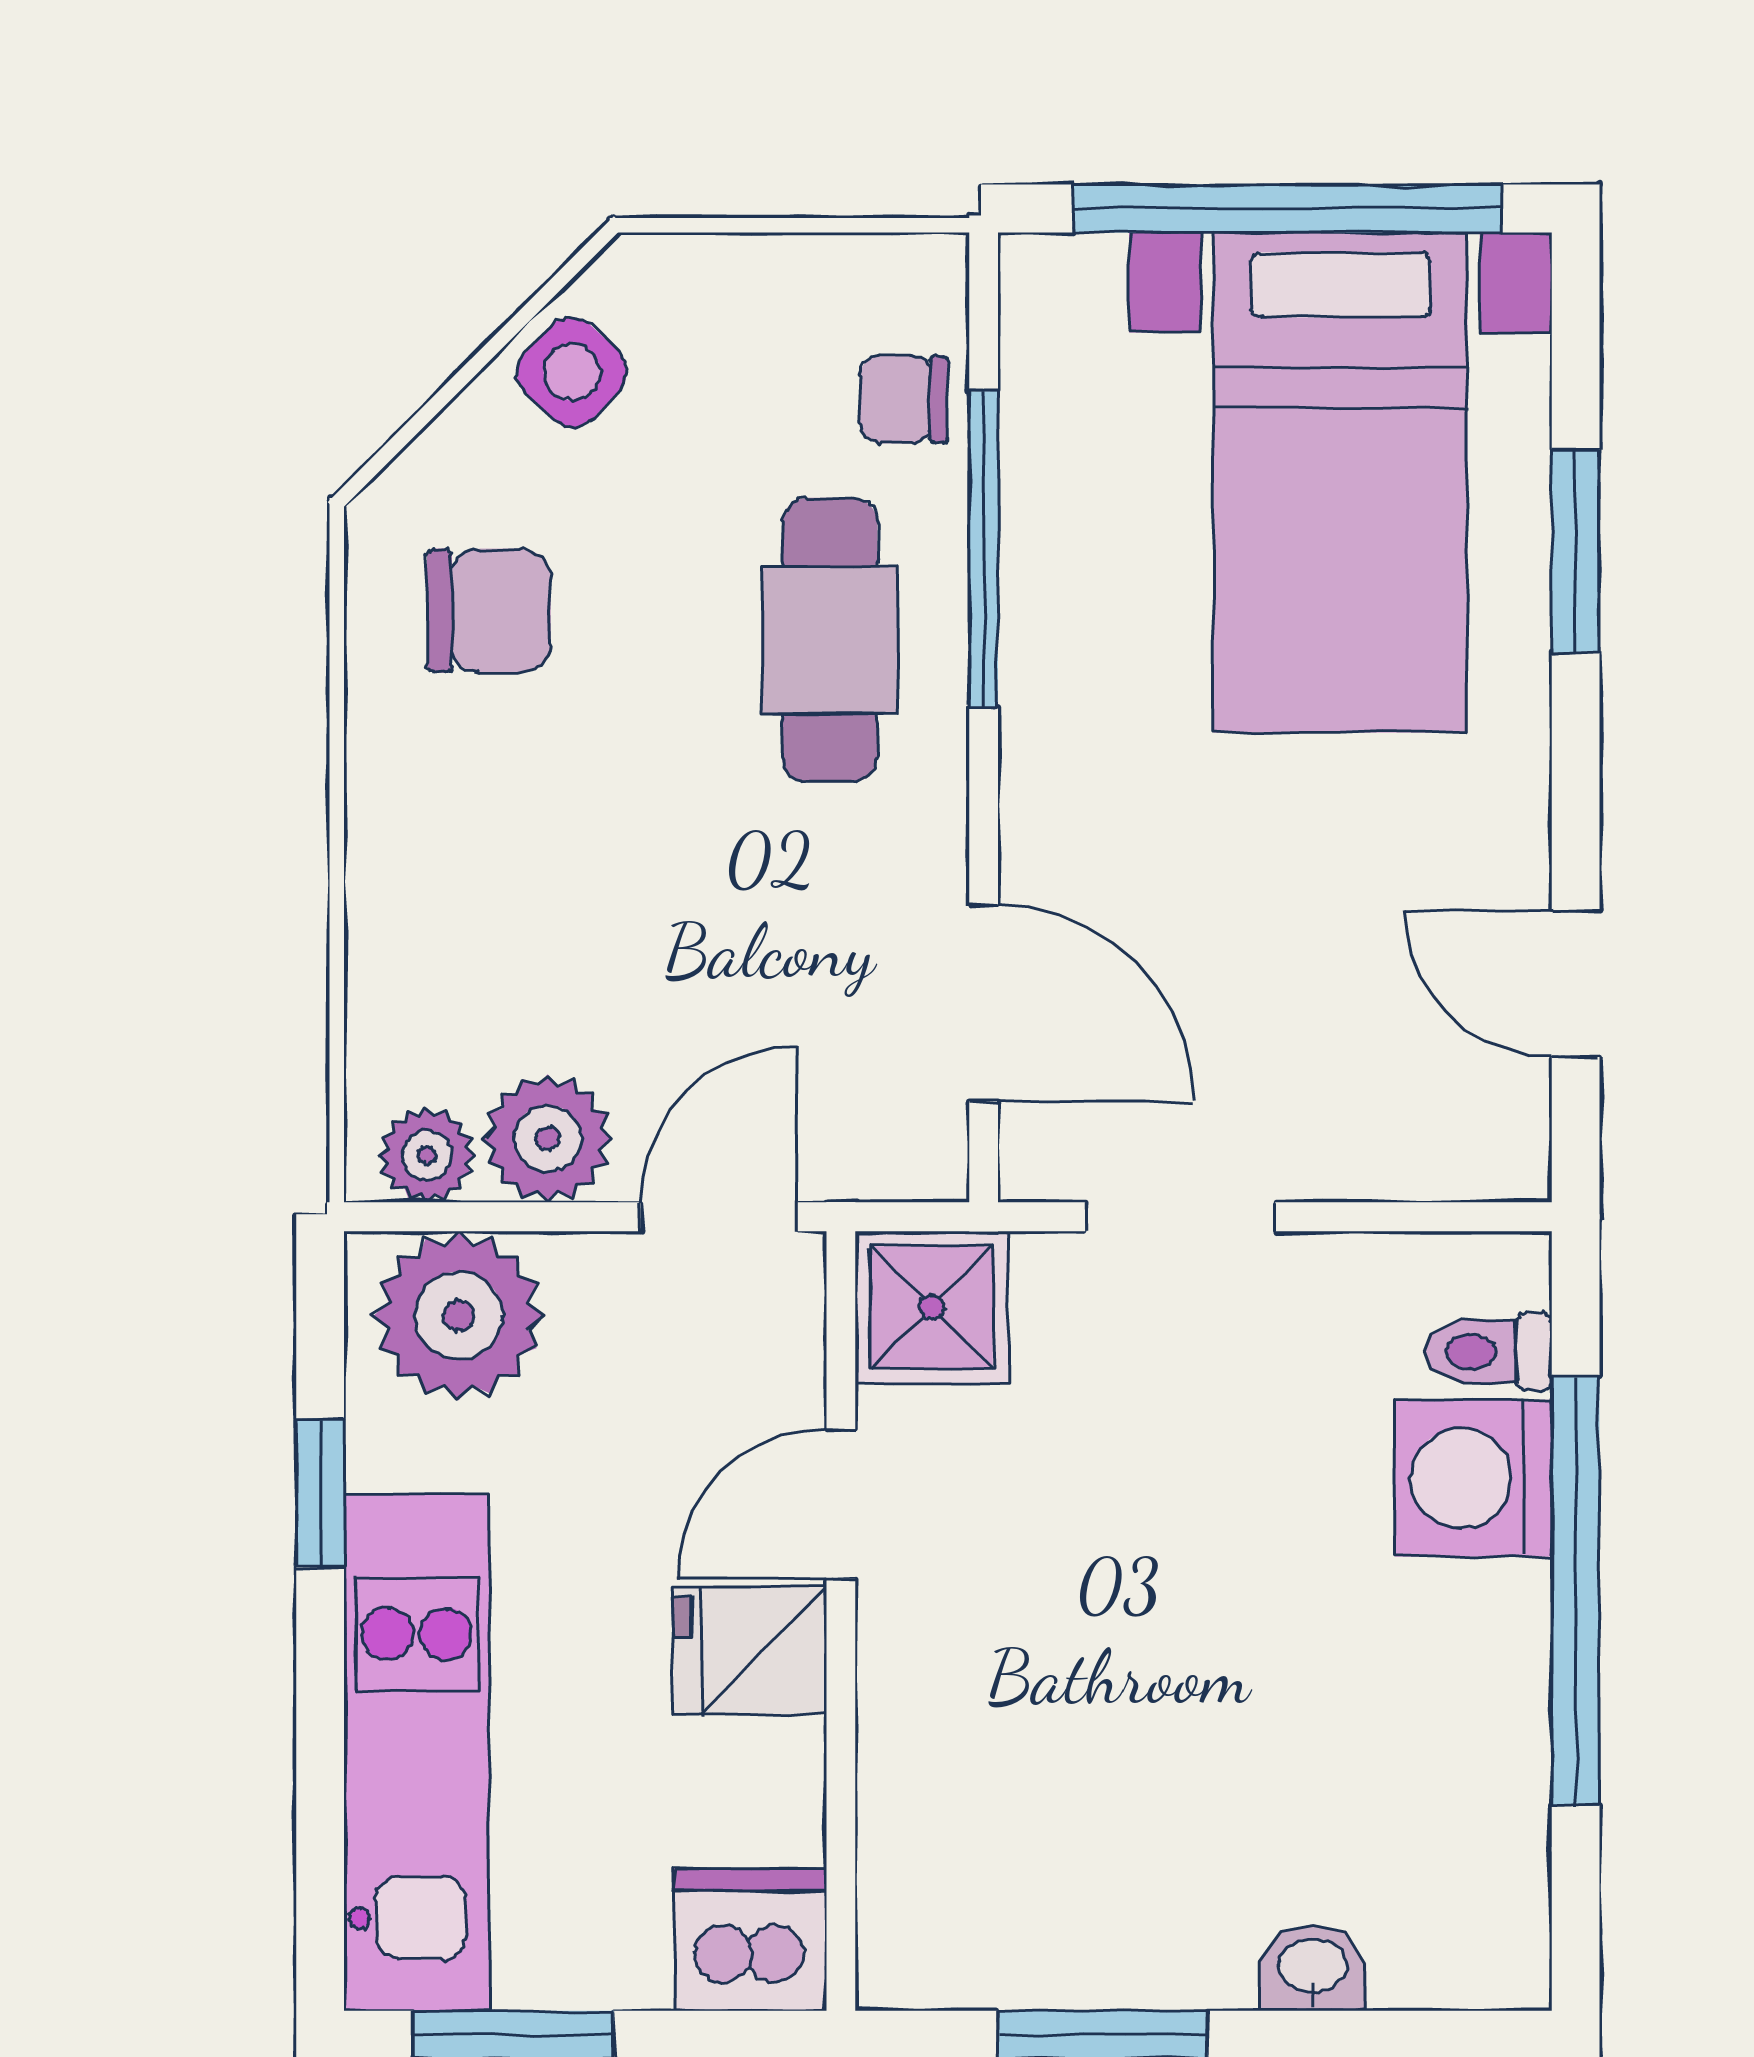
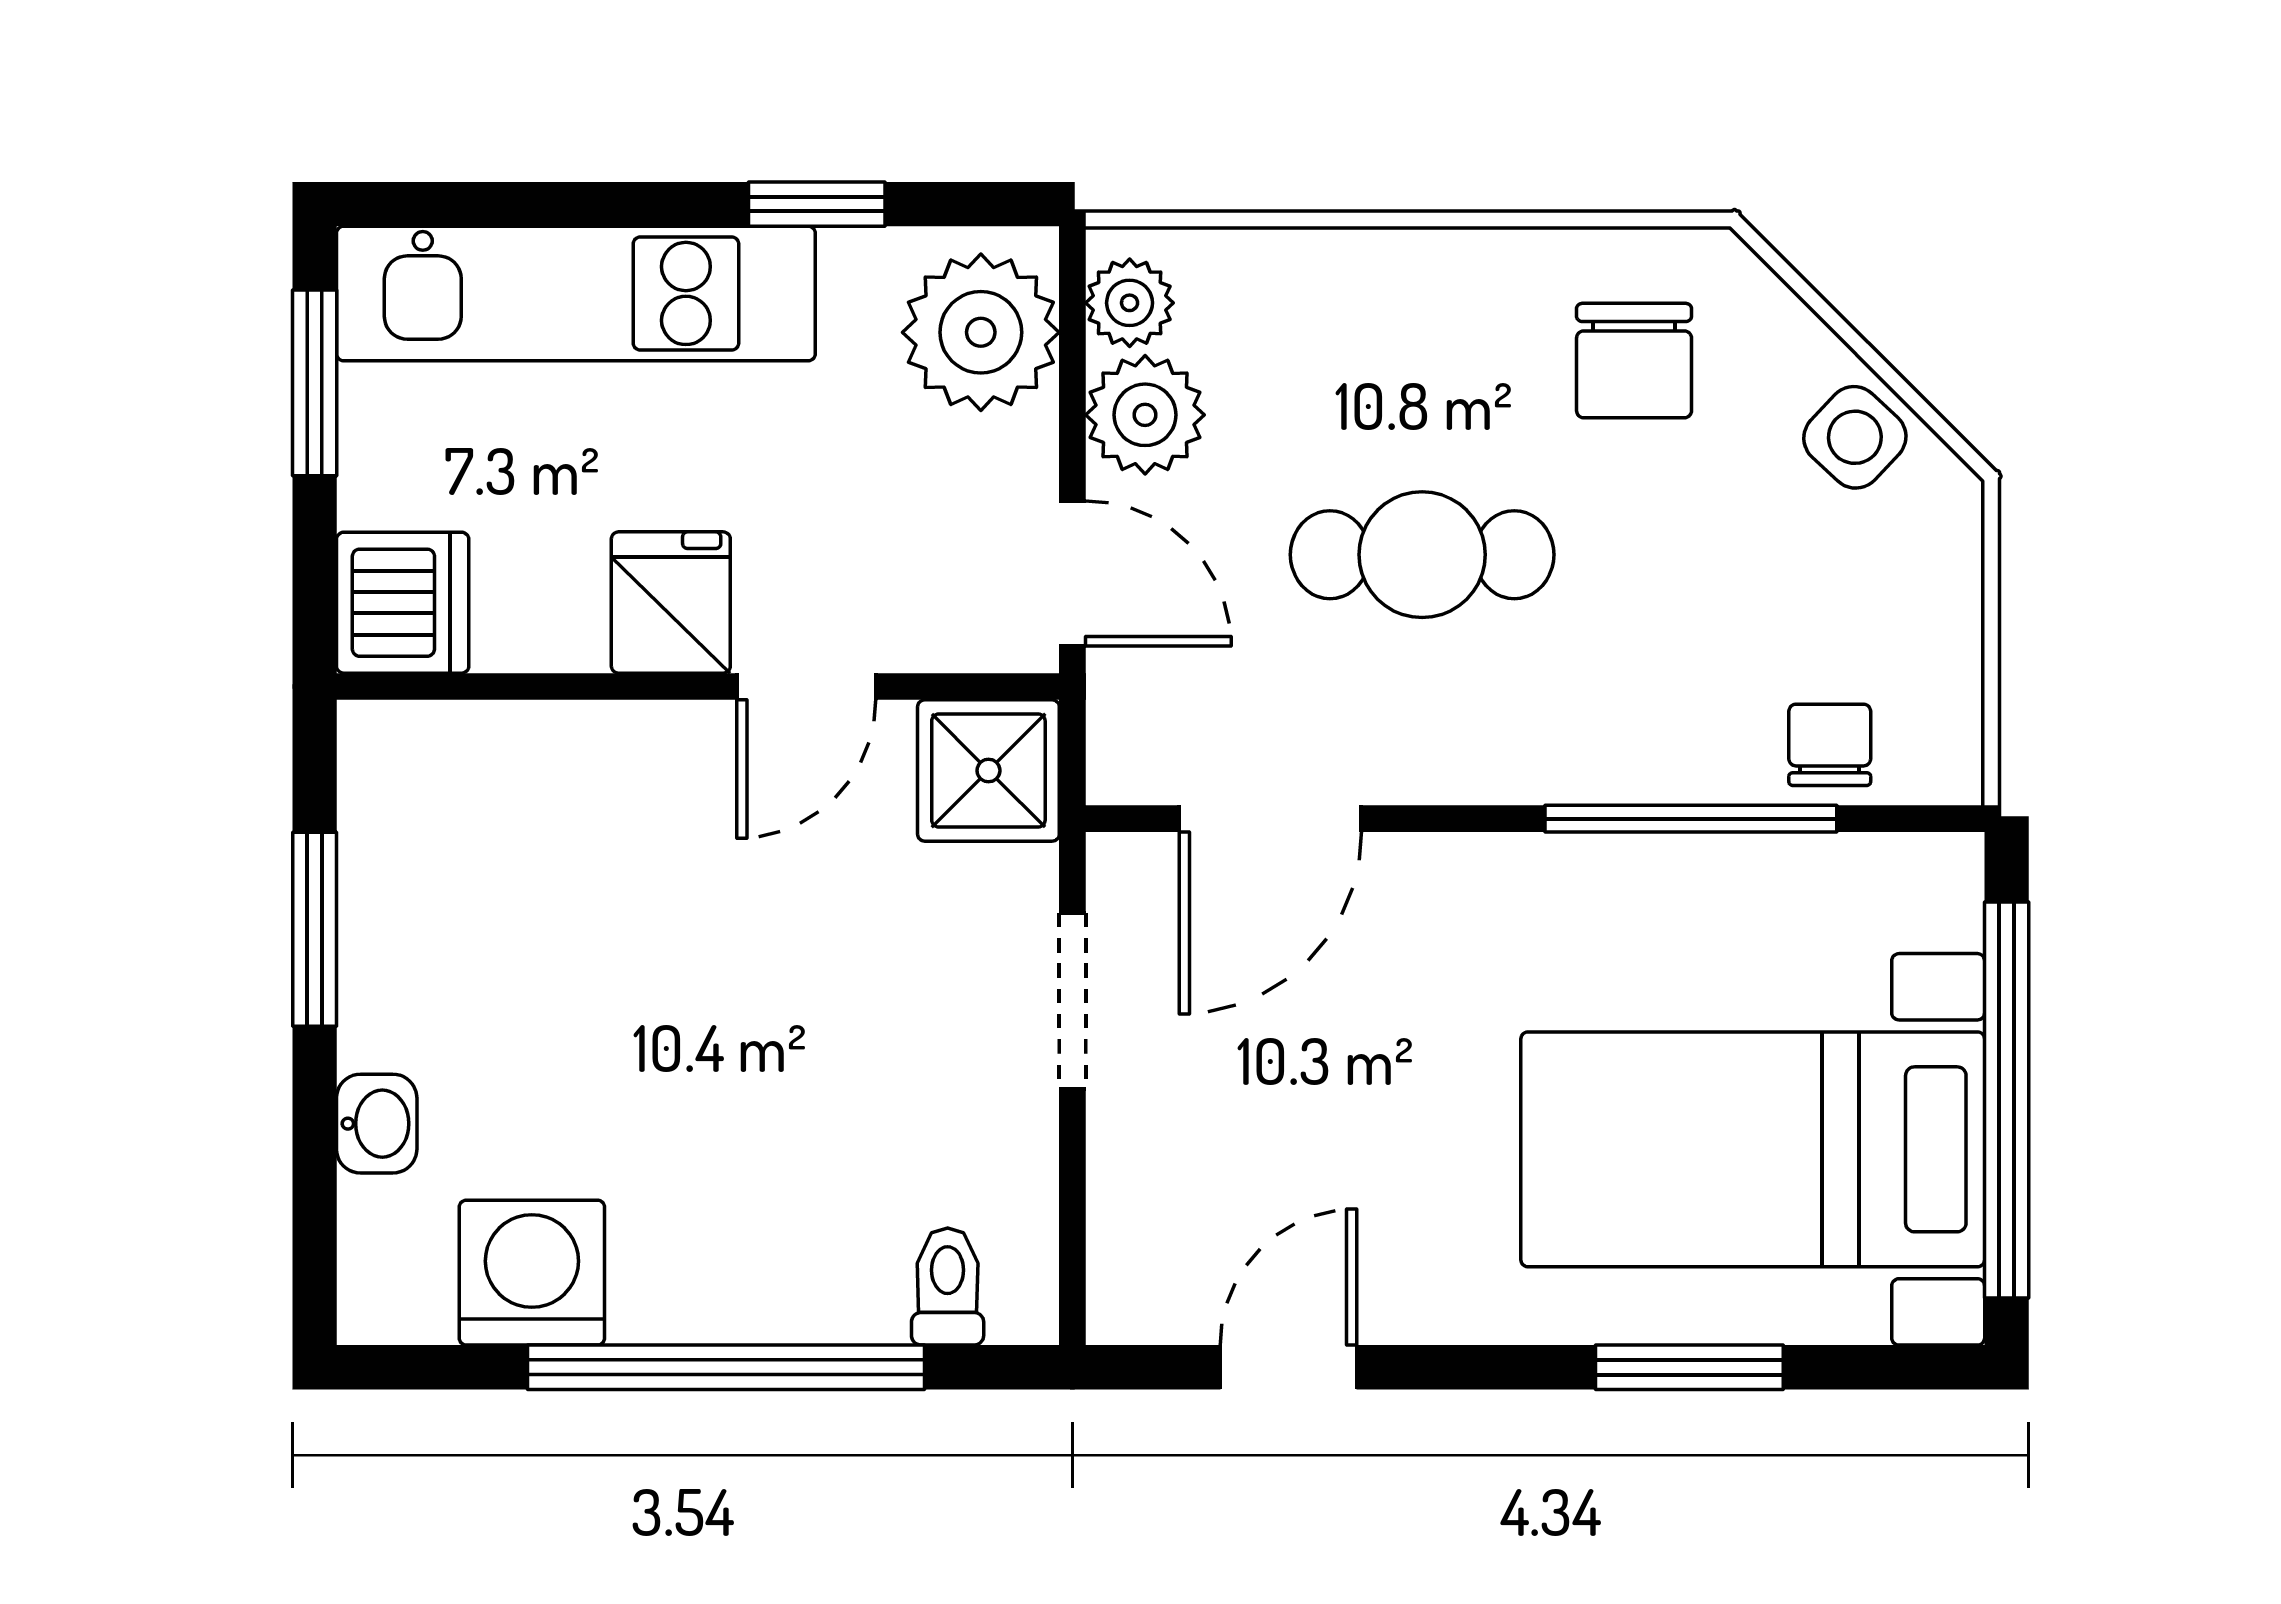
cafe table: (830, 640) -> (1422, 555), moved
washing machine: (1474, 1478) -> (532, 1273), moved
door: (841, 1504) -> (806, 687), swing flipped

